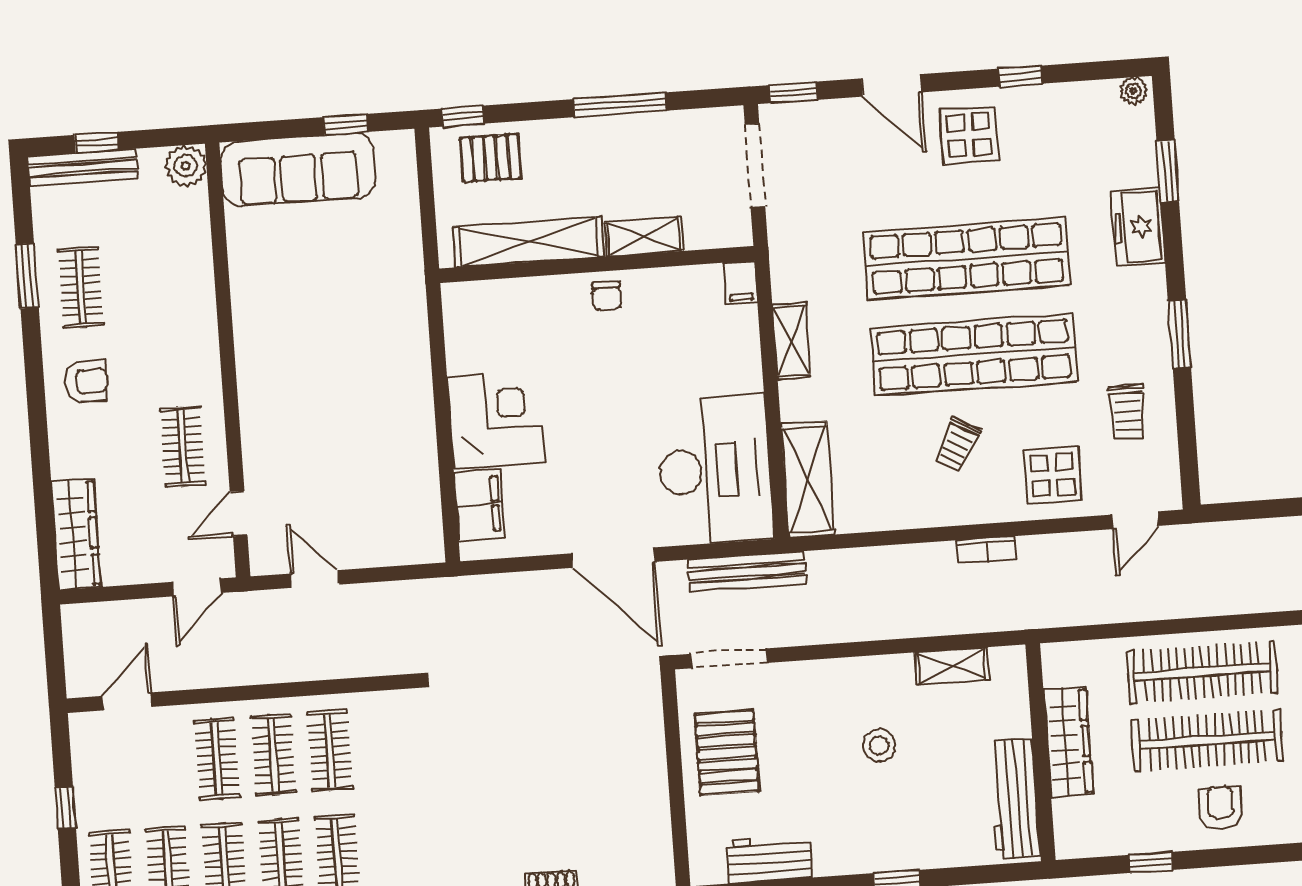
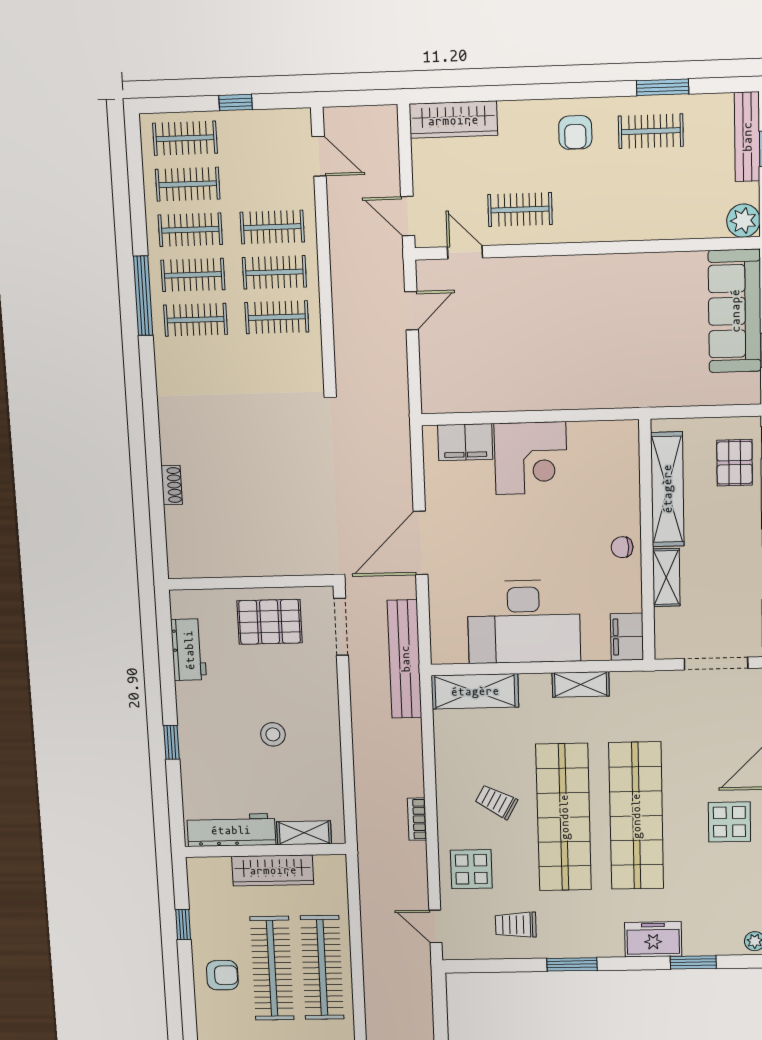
filing cabinet: (740, 282) -> (627, 637), width x2.00
desk: (715, 470) -> (524, 622), moved
bench: (747, 572) -> (405, 659), width x1.37, depth x1.21
shelving: (952, 666) -> (304, 833), moved, turned 90

